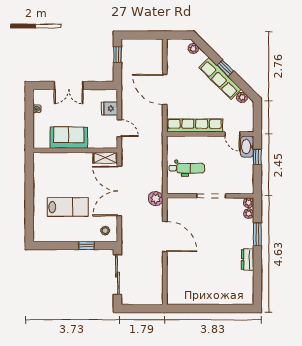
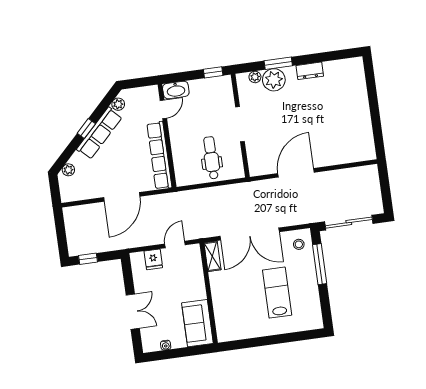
sofa: (69, 138) -> (197, 323), moved
window: (257, 157) -> (213, 72), moved
plant: (156, 198) -> (252, 190), removed
plant: (249, 203) -> (274, 80), moved, width x1.88, depth x1.88
window: (86, 246) -> (320, 264), width x2.17

